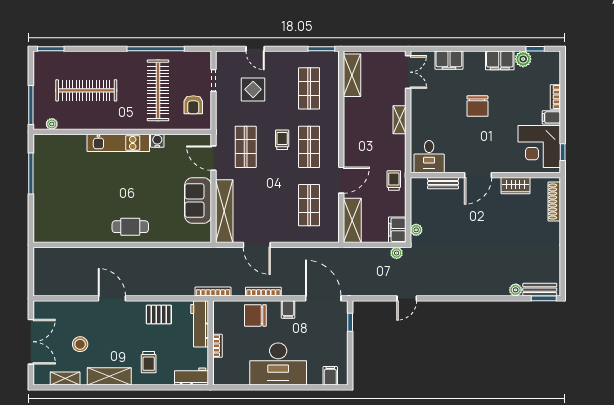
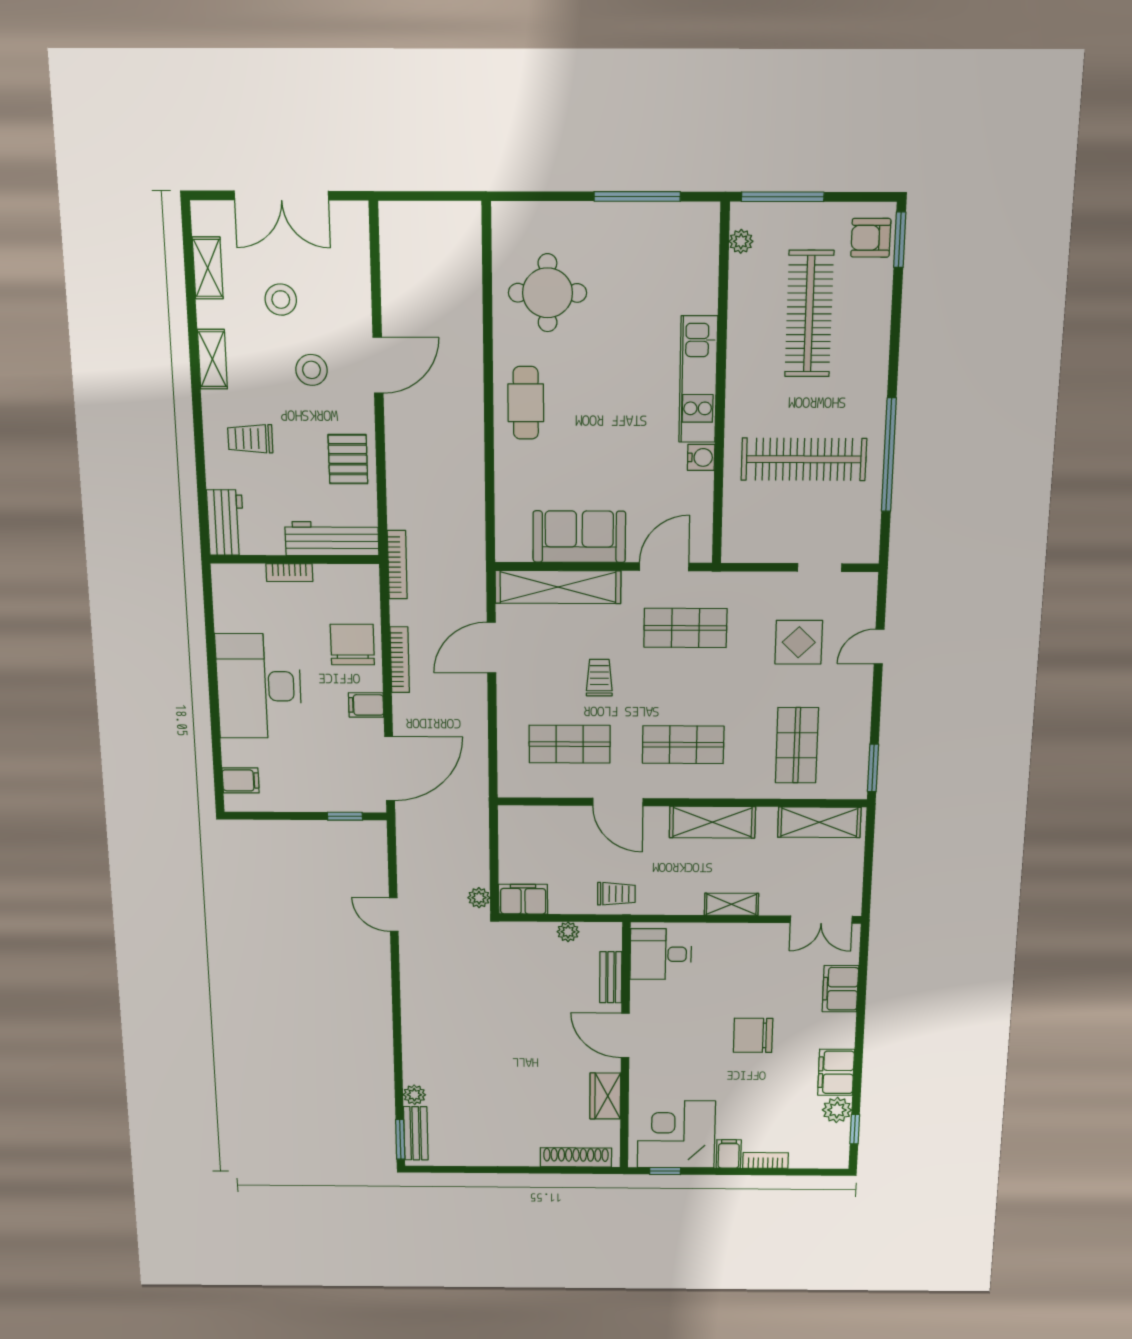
shop shelf: (309, 88) -> (797, 745), turned 90
armchair: (193, 105) -> (871, 238), moved
trolley: (282, 140) -> (599, 678), moved, turned -90
round table: (77, 216) -> (548, 293), added
shelving: (352, 220) -> (712, 822), moved
plant: (416, 230) -> (568, 932), moved
stool: (114, 331) -> (311, 370), added
shelving: (109, 376) -> (212, 359), width x0.67, depth x0.75

